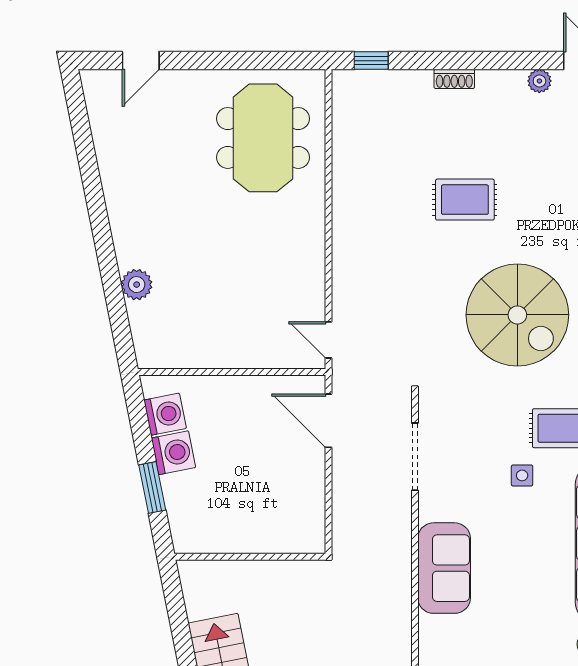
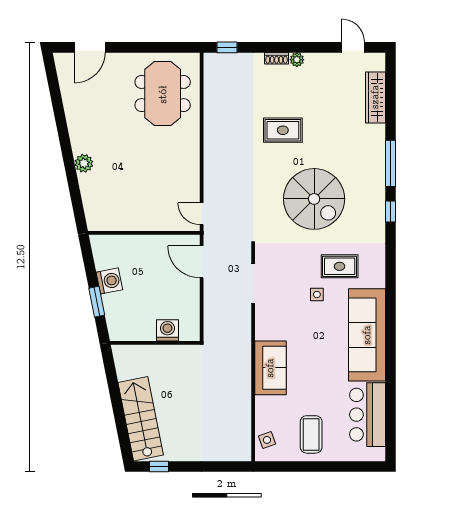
door: (141, 61) -> (90, 47), width x1.38
plant: (539, 81) -> (297, 60), moved
plant: (137, 285) -> (84, 163), moved
washing machine: (165, 414) -> (167, 330), moved, turned -79
sofa: (444, 568) -> (270, 368), moved

